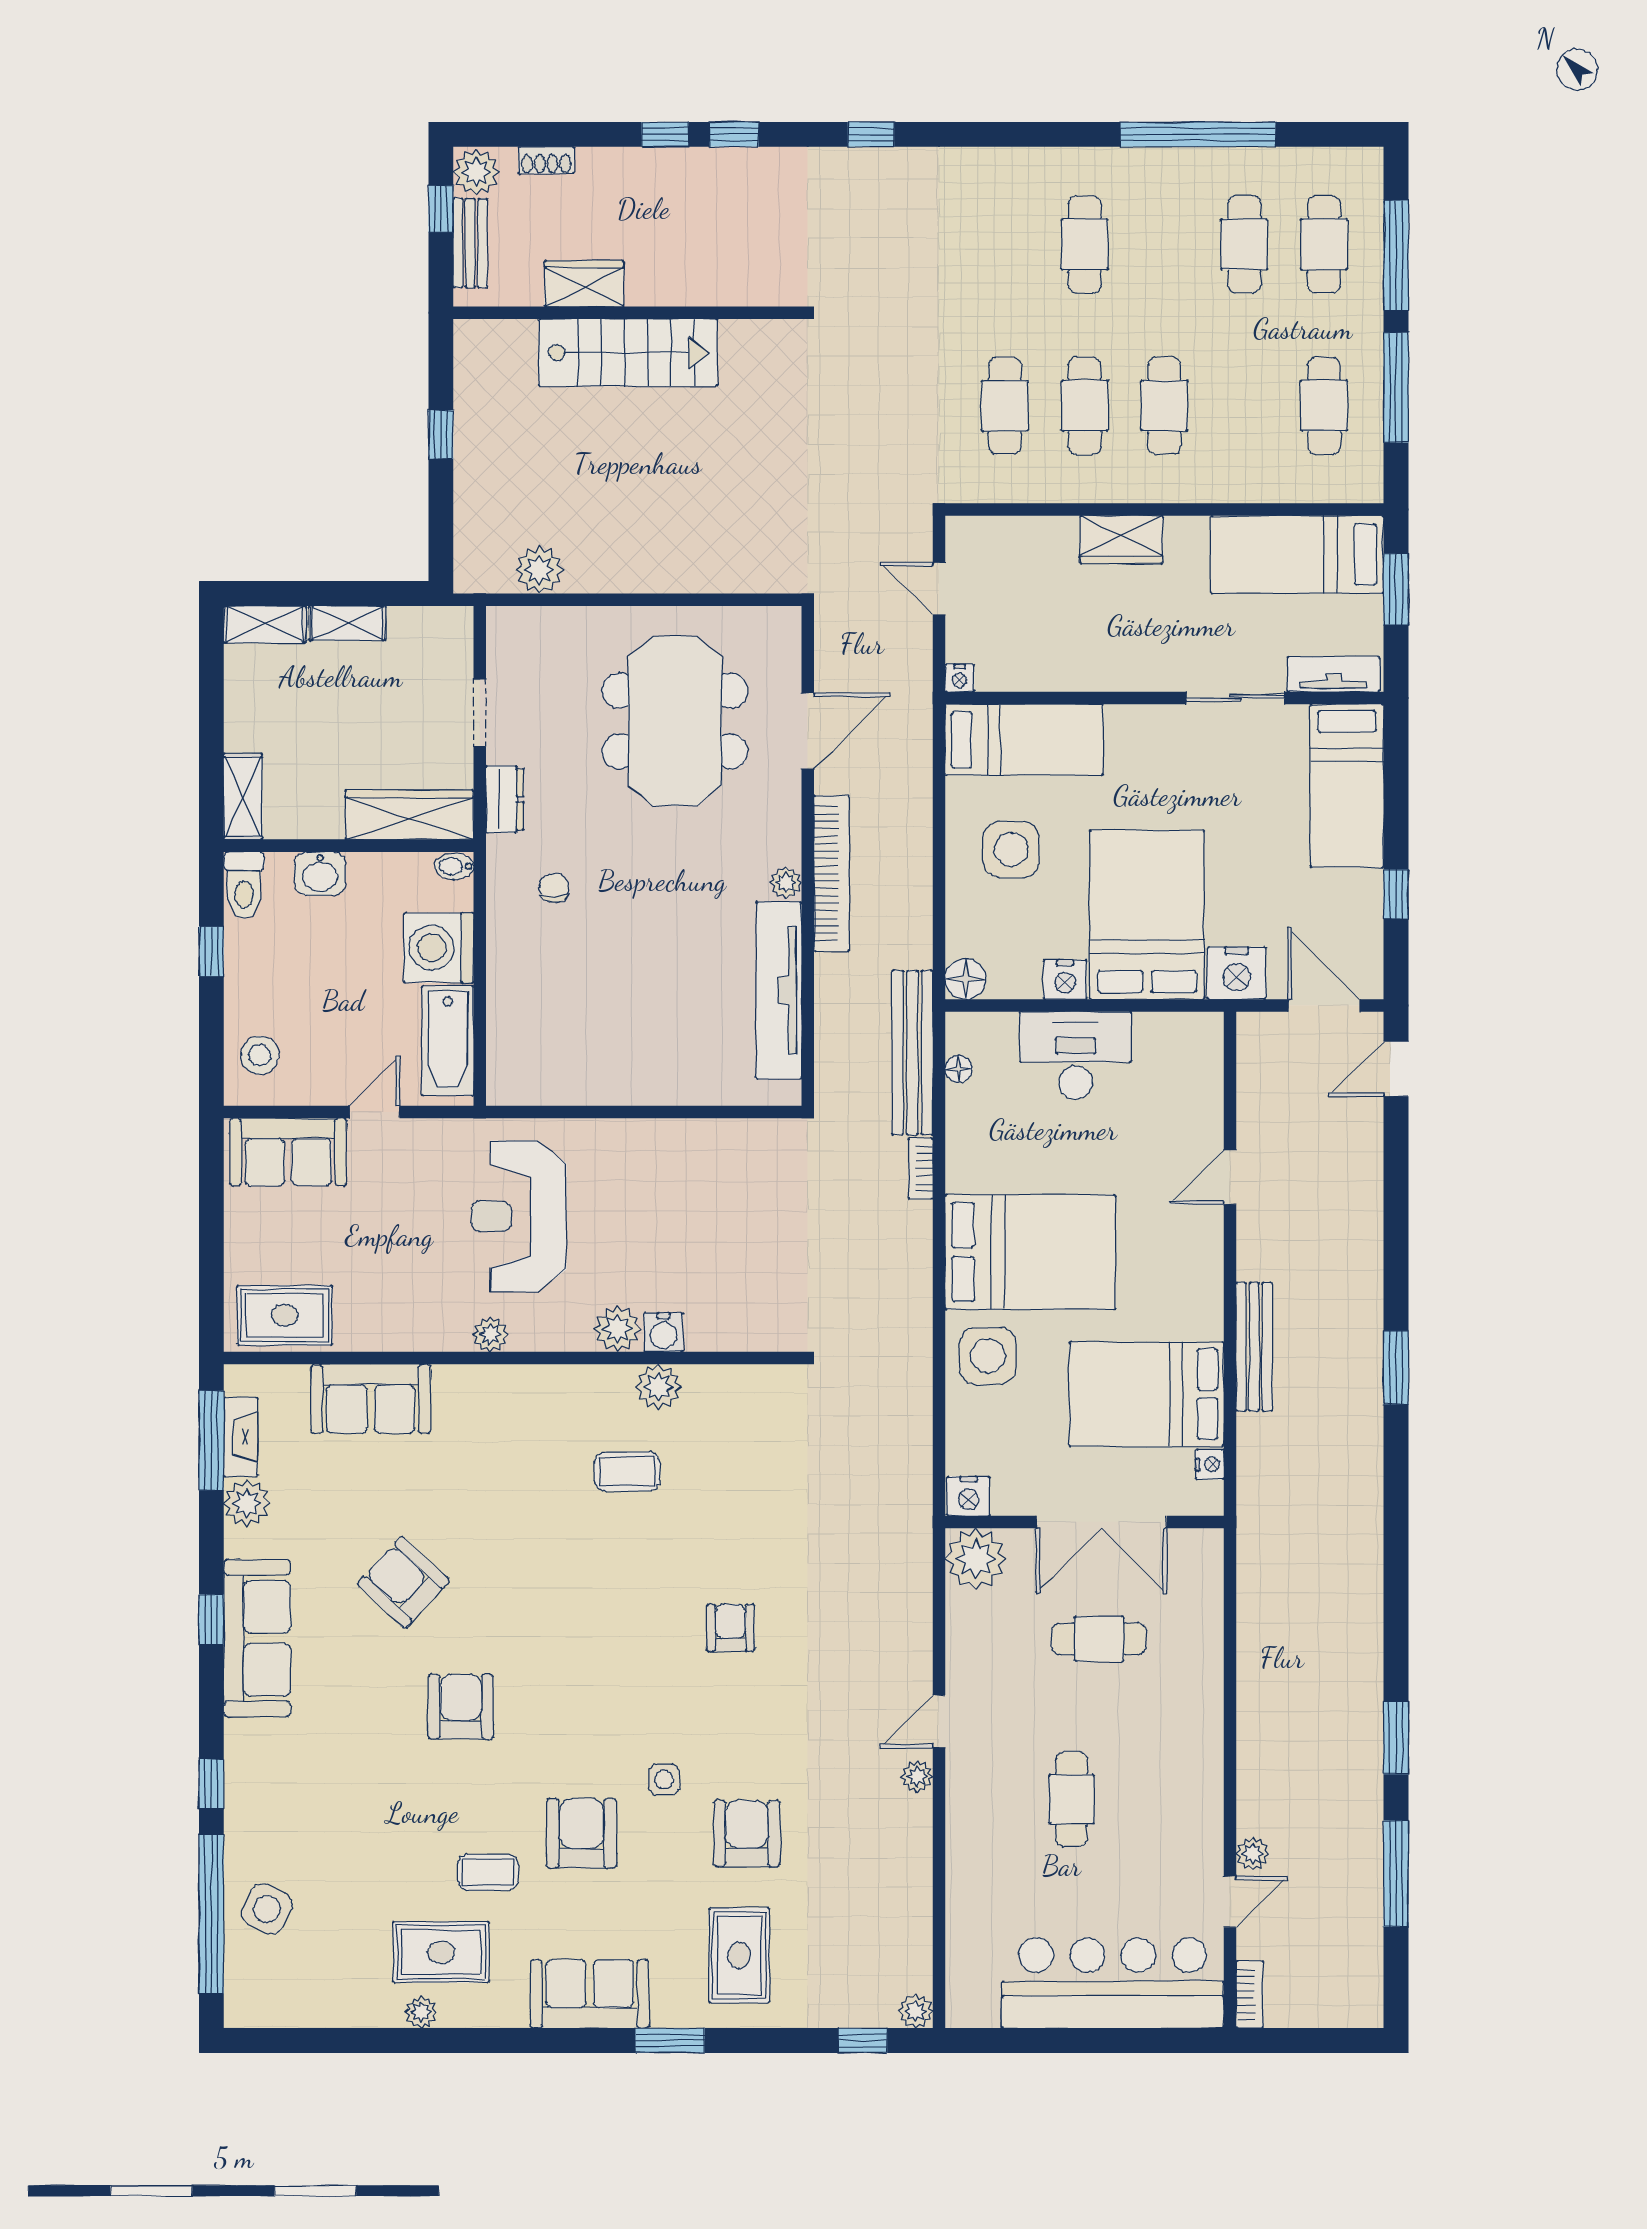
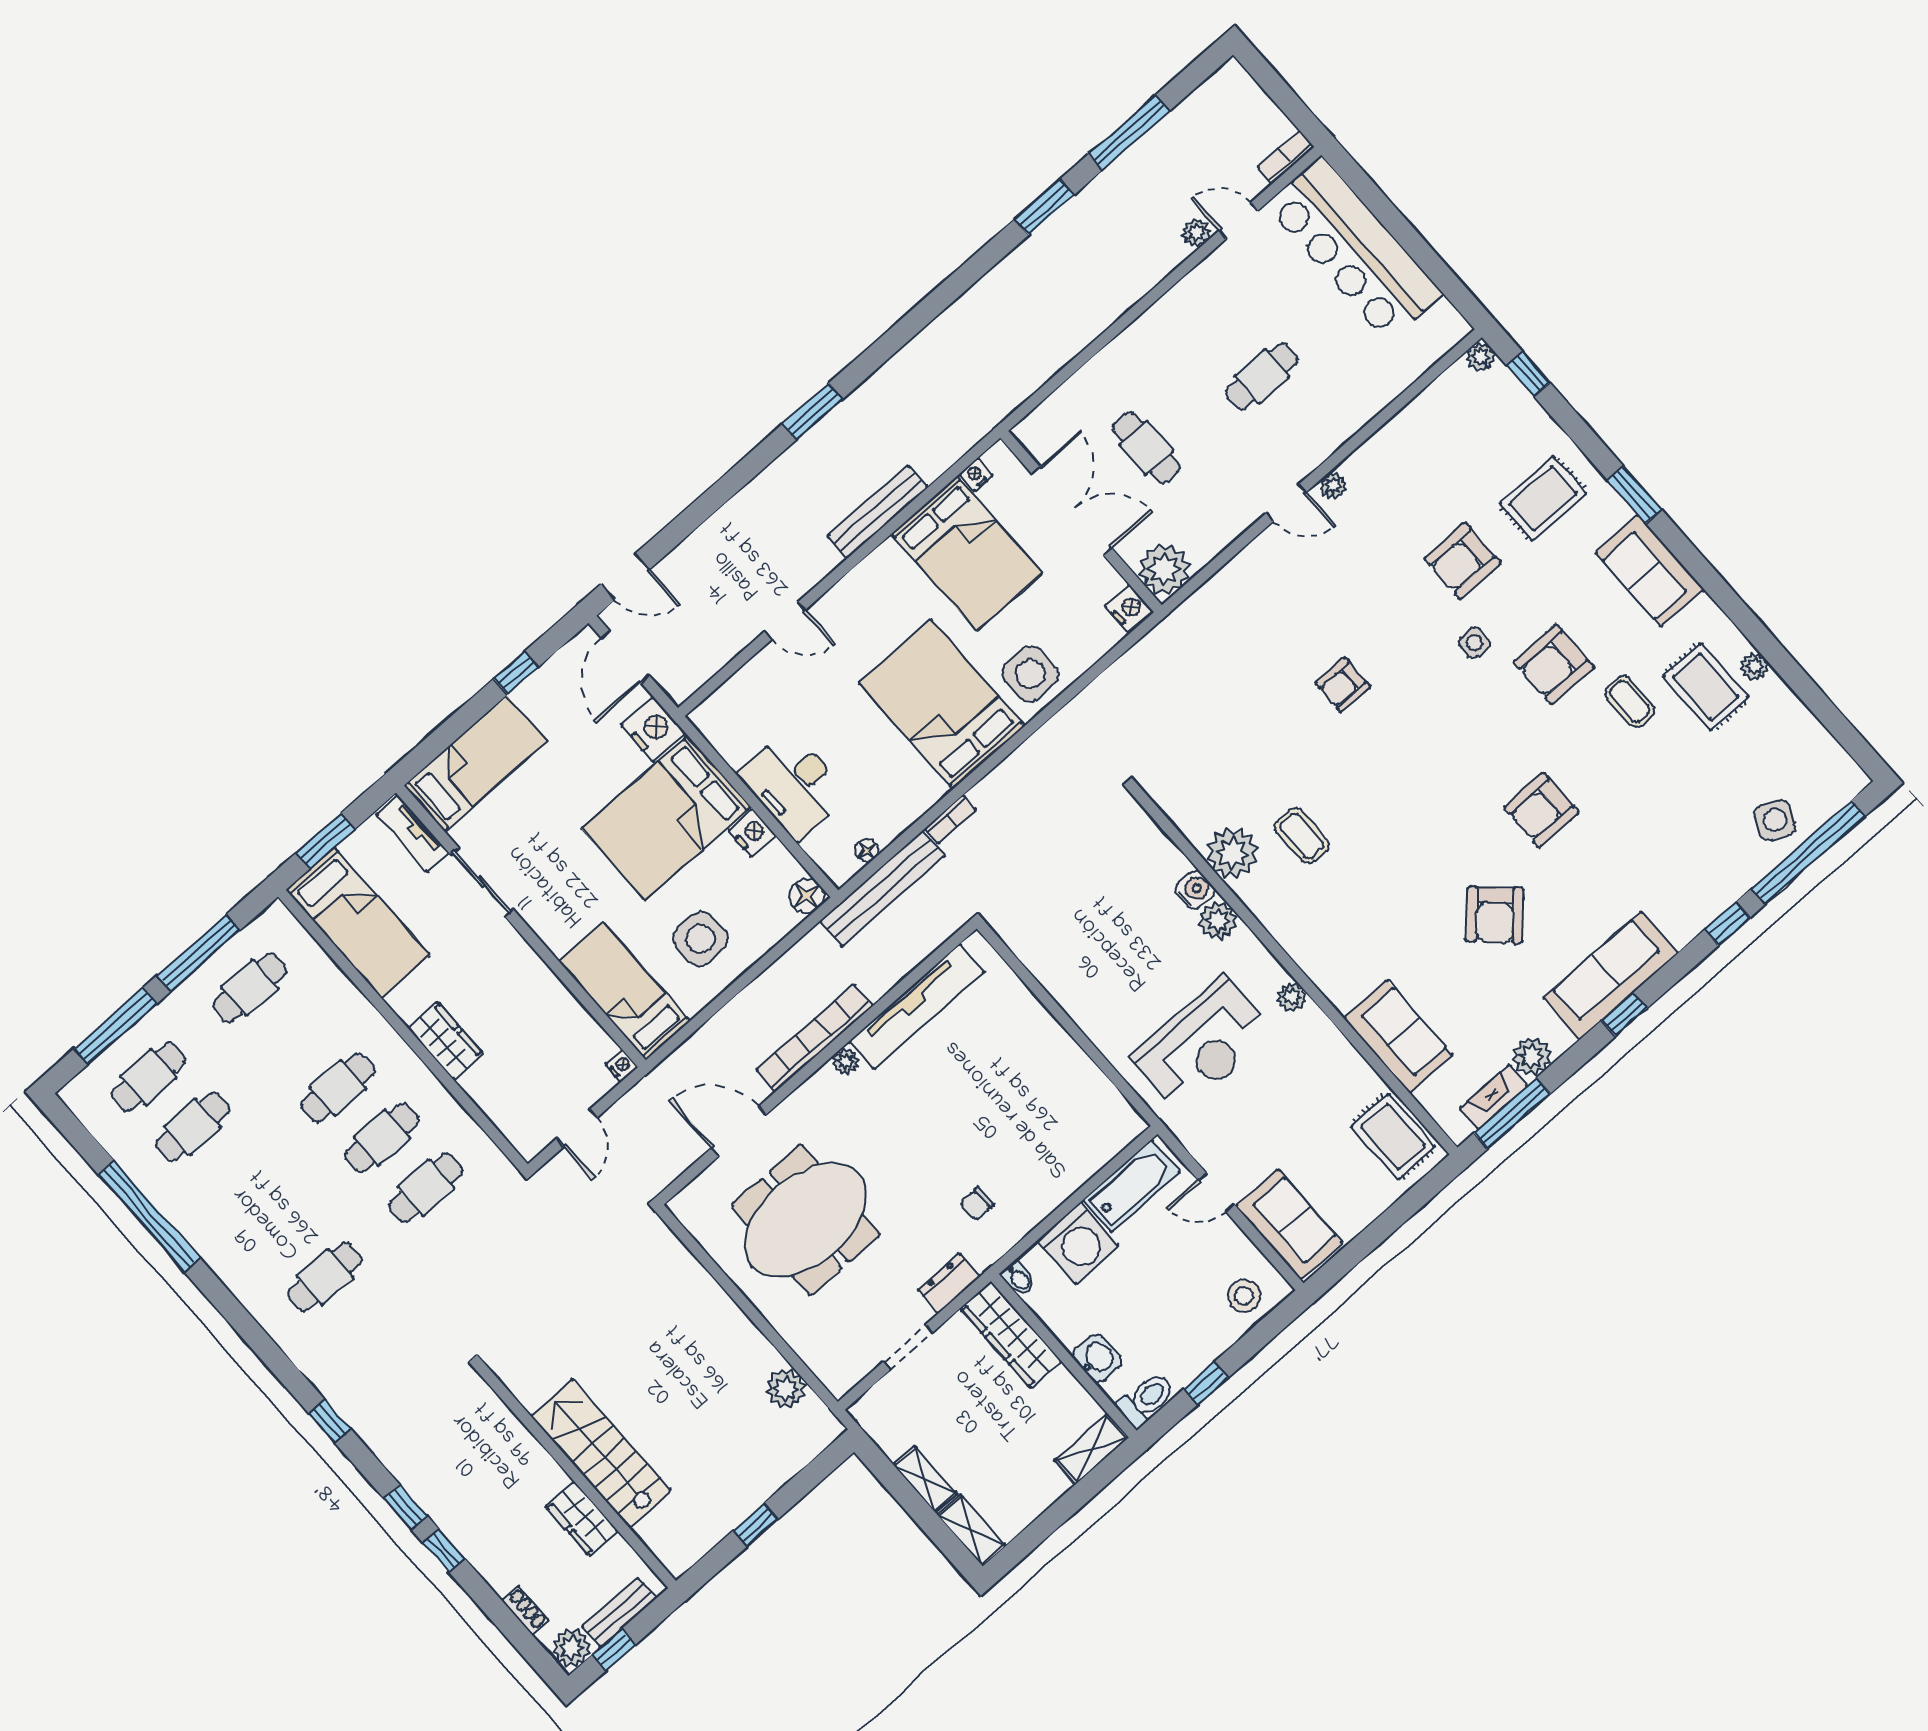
cafe table: (1085, 244) -> (325, 1277), moved
plant: (658, 1387) -> (1232, 853), width x1.36, depth x1.36

